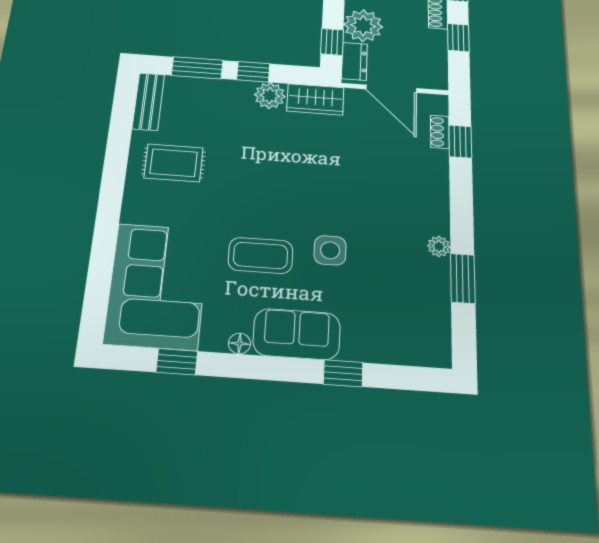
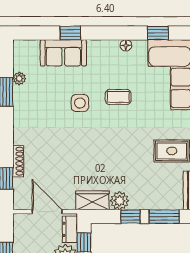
shoe rack: (440, 132) -> (18, 161), moved, width x1.43
plant: (439, 246) -> (19, 79), moved
coffee table: (261, 255) -> (118, 97), width x0.73, depth x0.77
sofa: (297, 334) -> (63, 53), moved

